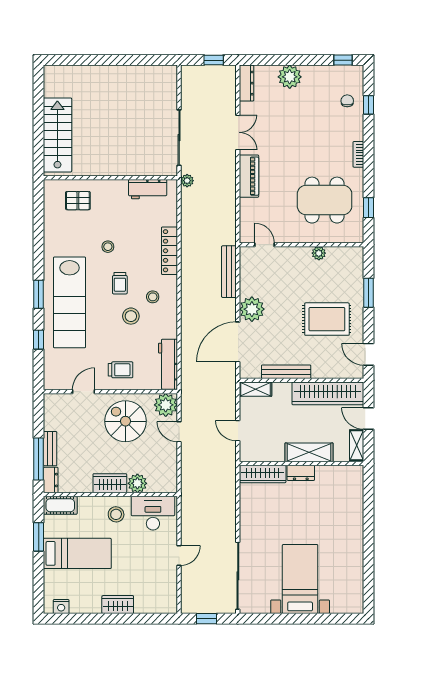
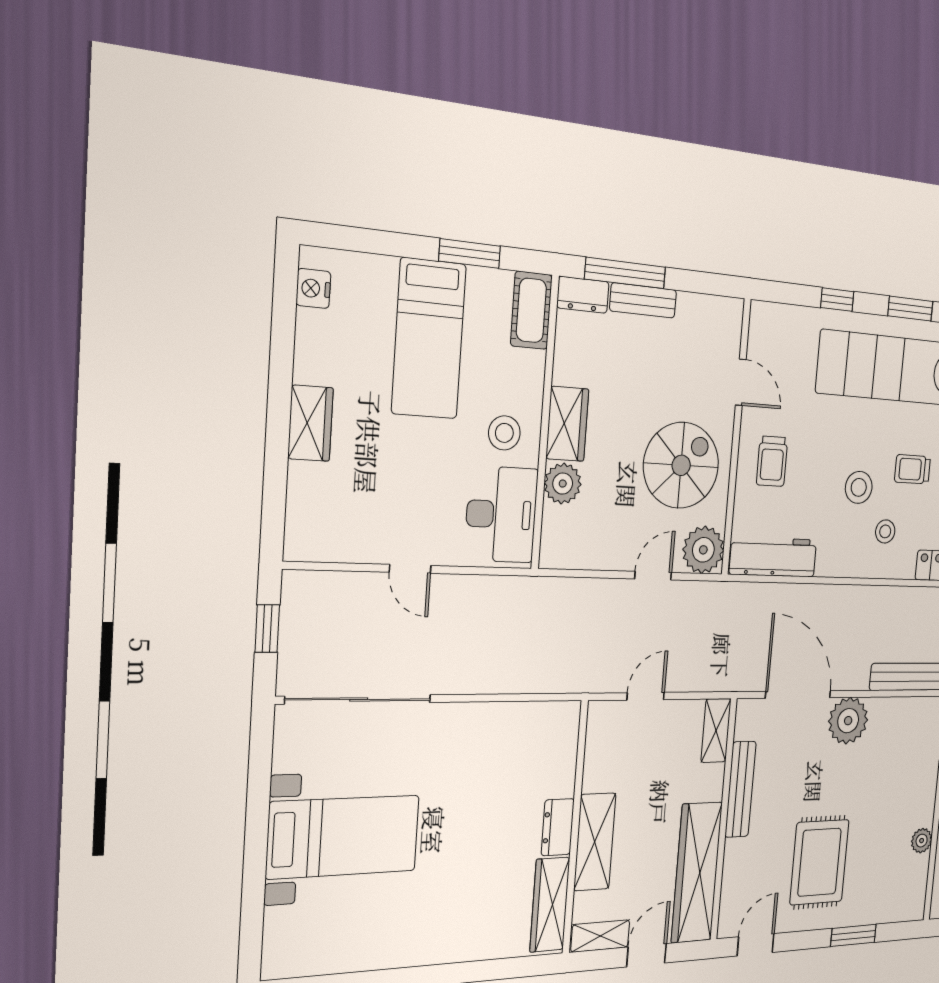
wardrobe: (263, 474) -> (550, 905), moved

